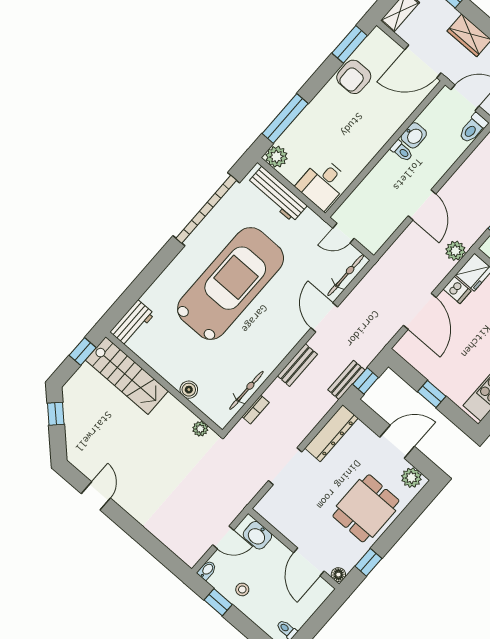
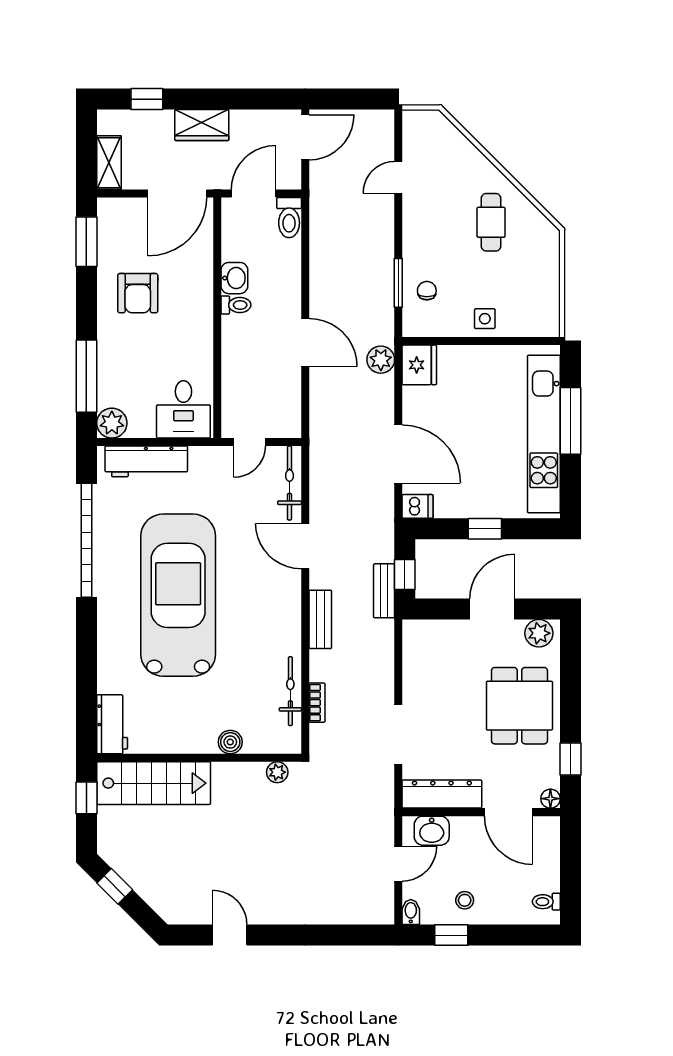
armchair: (354, 77) -> (138, 293), moved
dishwasher: (457, 290) -> (418, 506), moved
dresser: (331, 433) -> (442, 794), moved, turned -90

